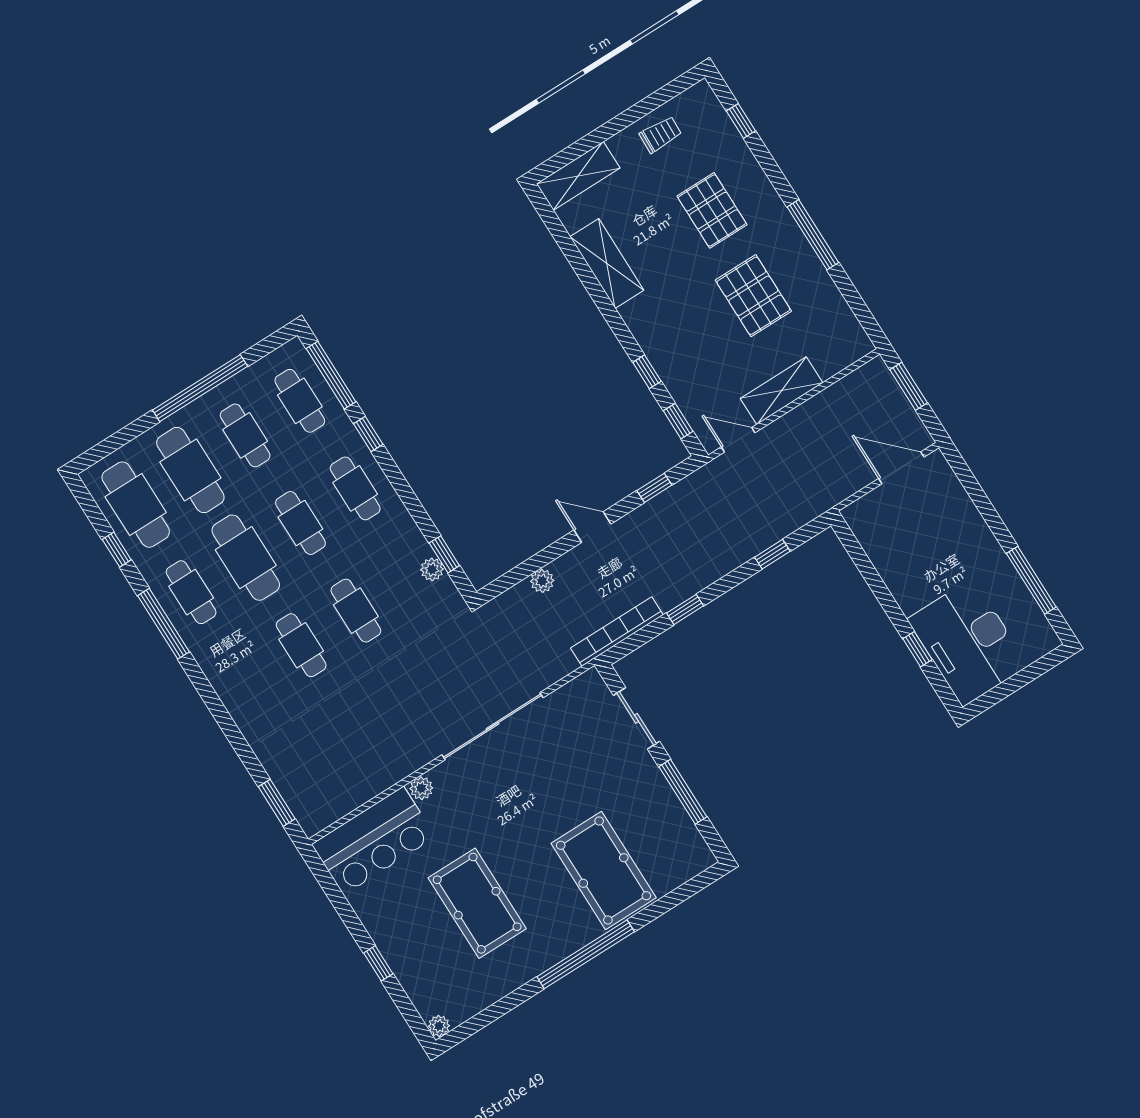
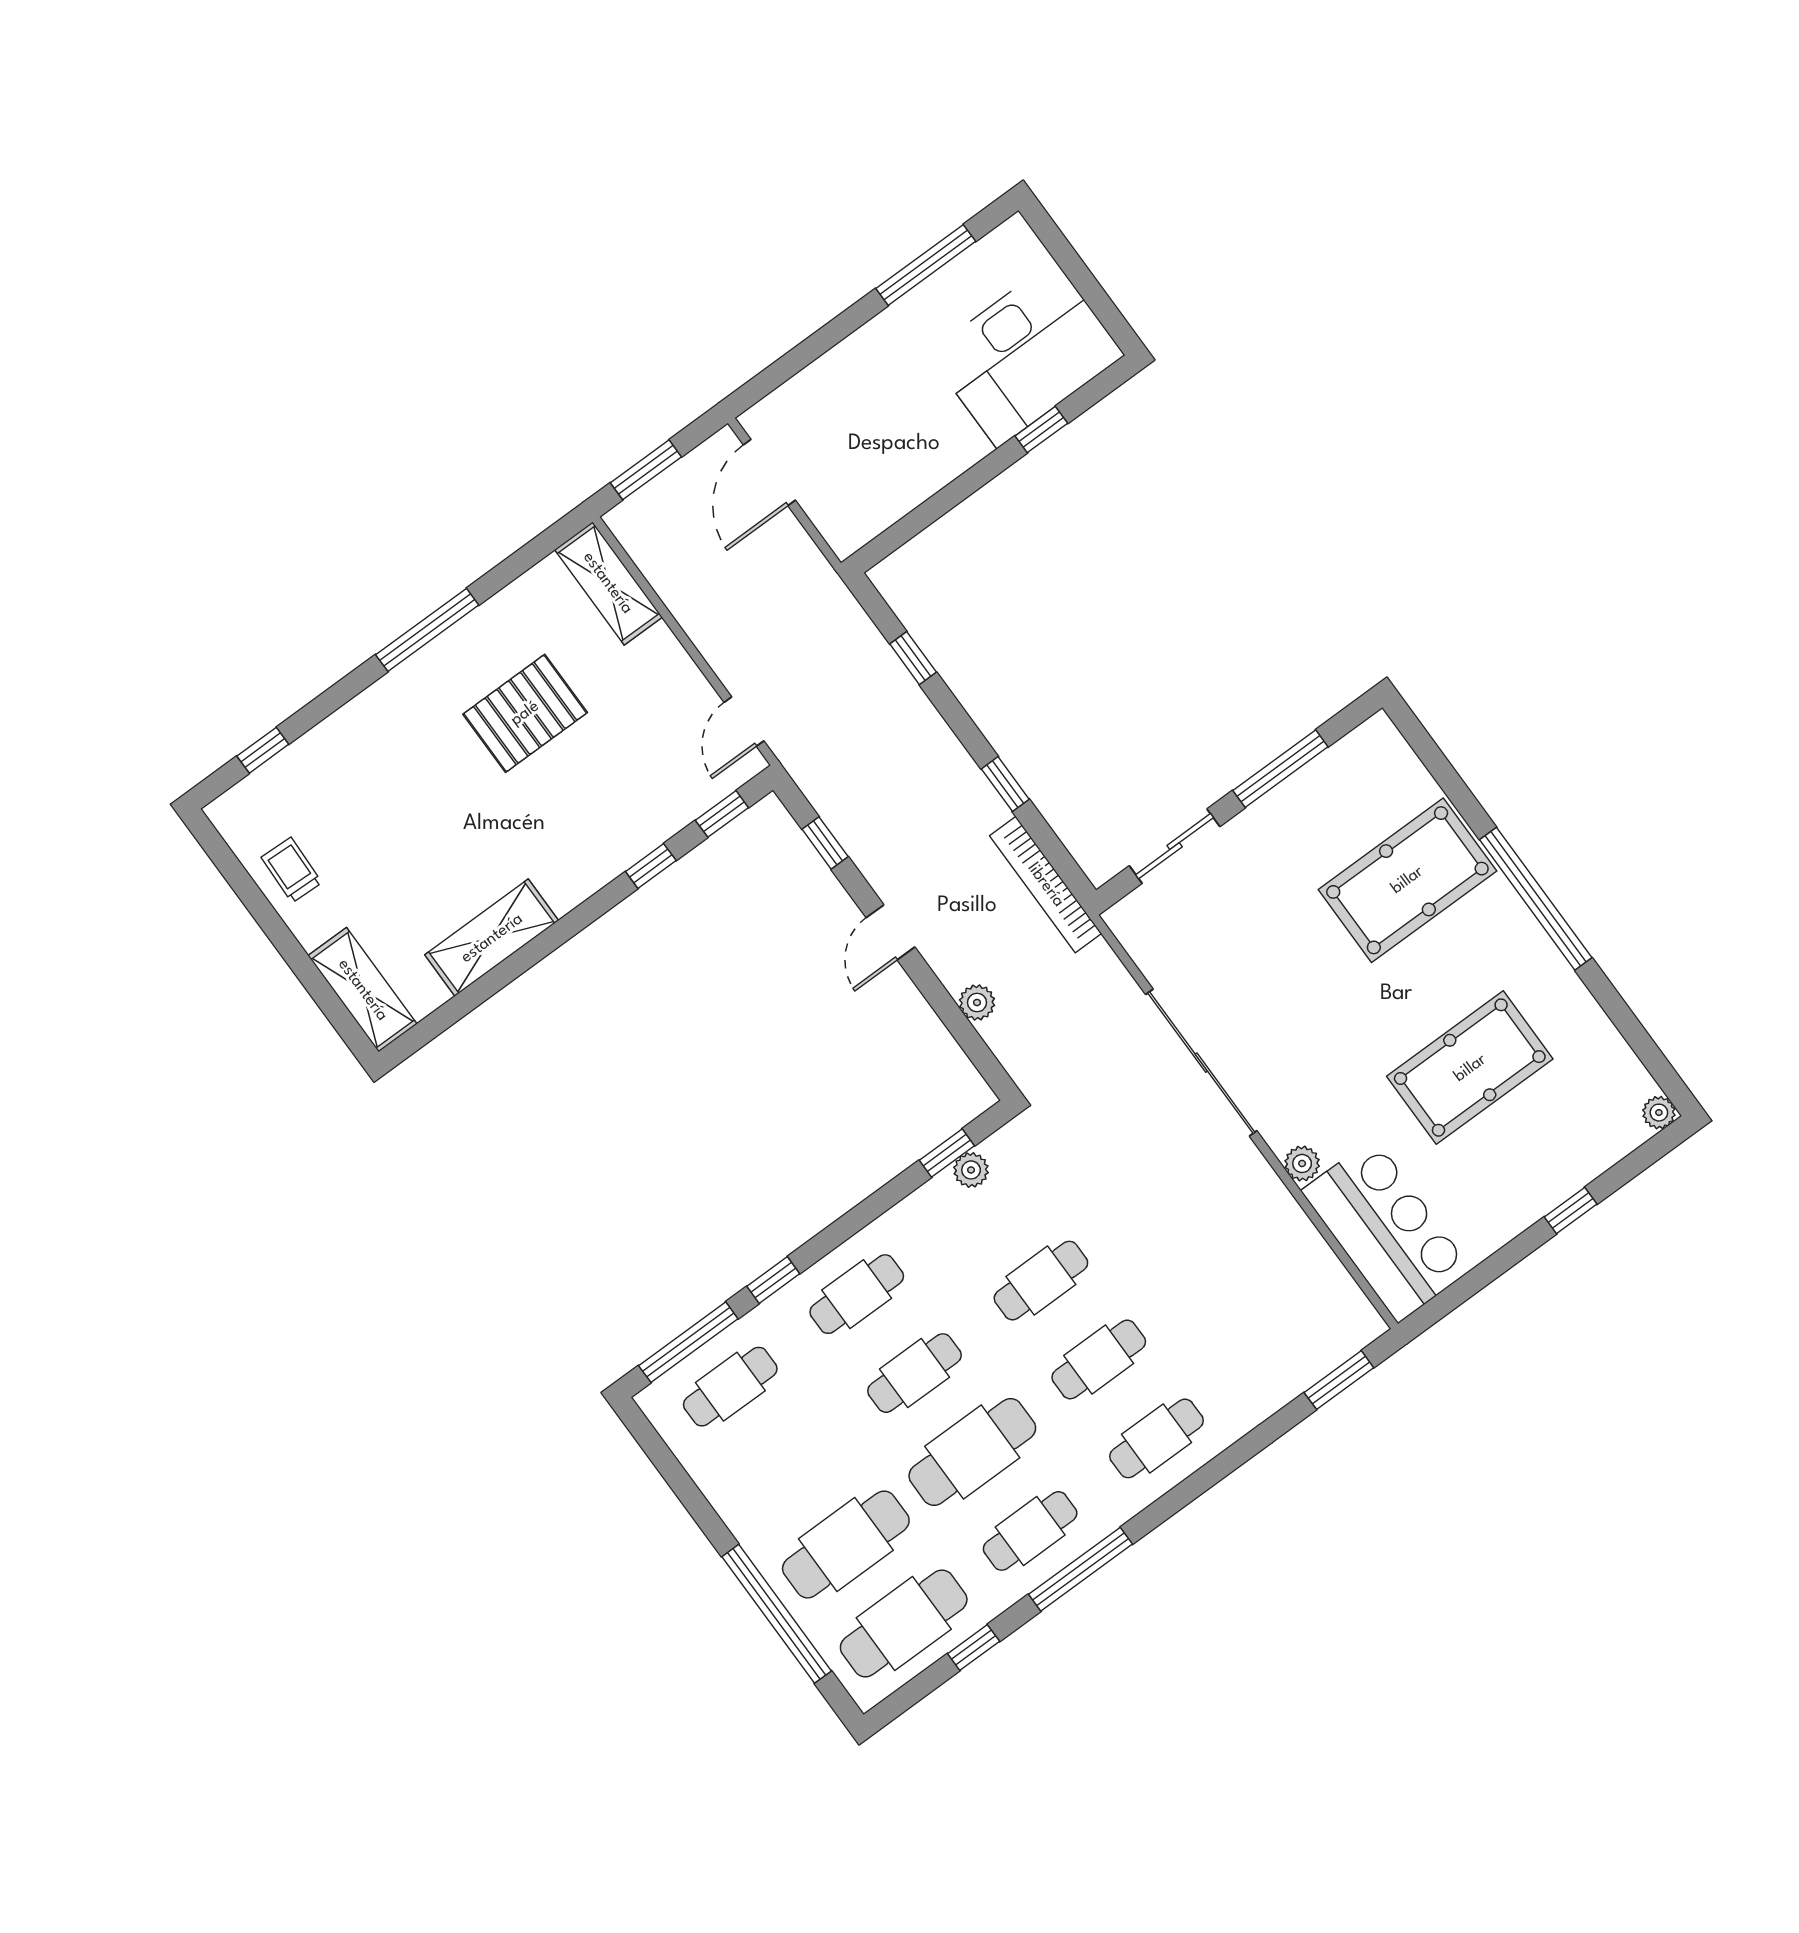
pallet: (712, 210) -> (401, 785), removed
window: (200, 388) -> (777, 1614), moved
shelving: (782, 391) -> (608, 583), moved
cafe table: (245, 435) -> (1157, 1438), moved

